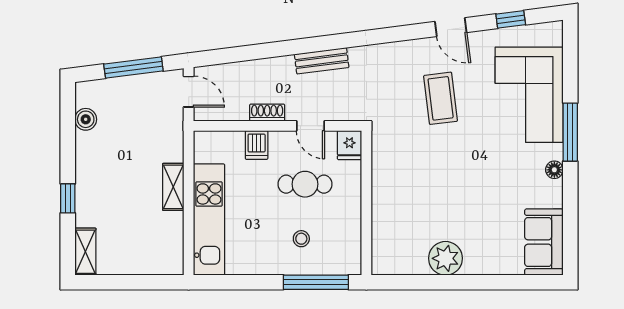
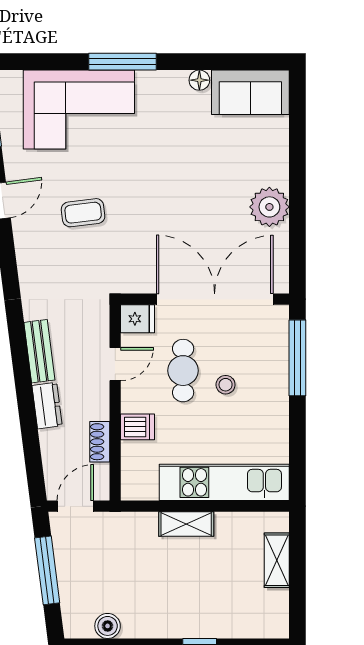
dresser: (275, 67) -> (47, 406), added
coffee table: (441, 98) -> (83, 213), width x0.73, depth x0.77
shoe rack: (267, 113) -> (100, 442), moved
floor lamp: (554, 170) -> (199, 80), moved
double door: (366, 211) -> (215, 299), added
stool: (301, 239) -> (226, 385), moved
shelving: (85, 252) -> (277, 560), moved, turned 90

